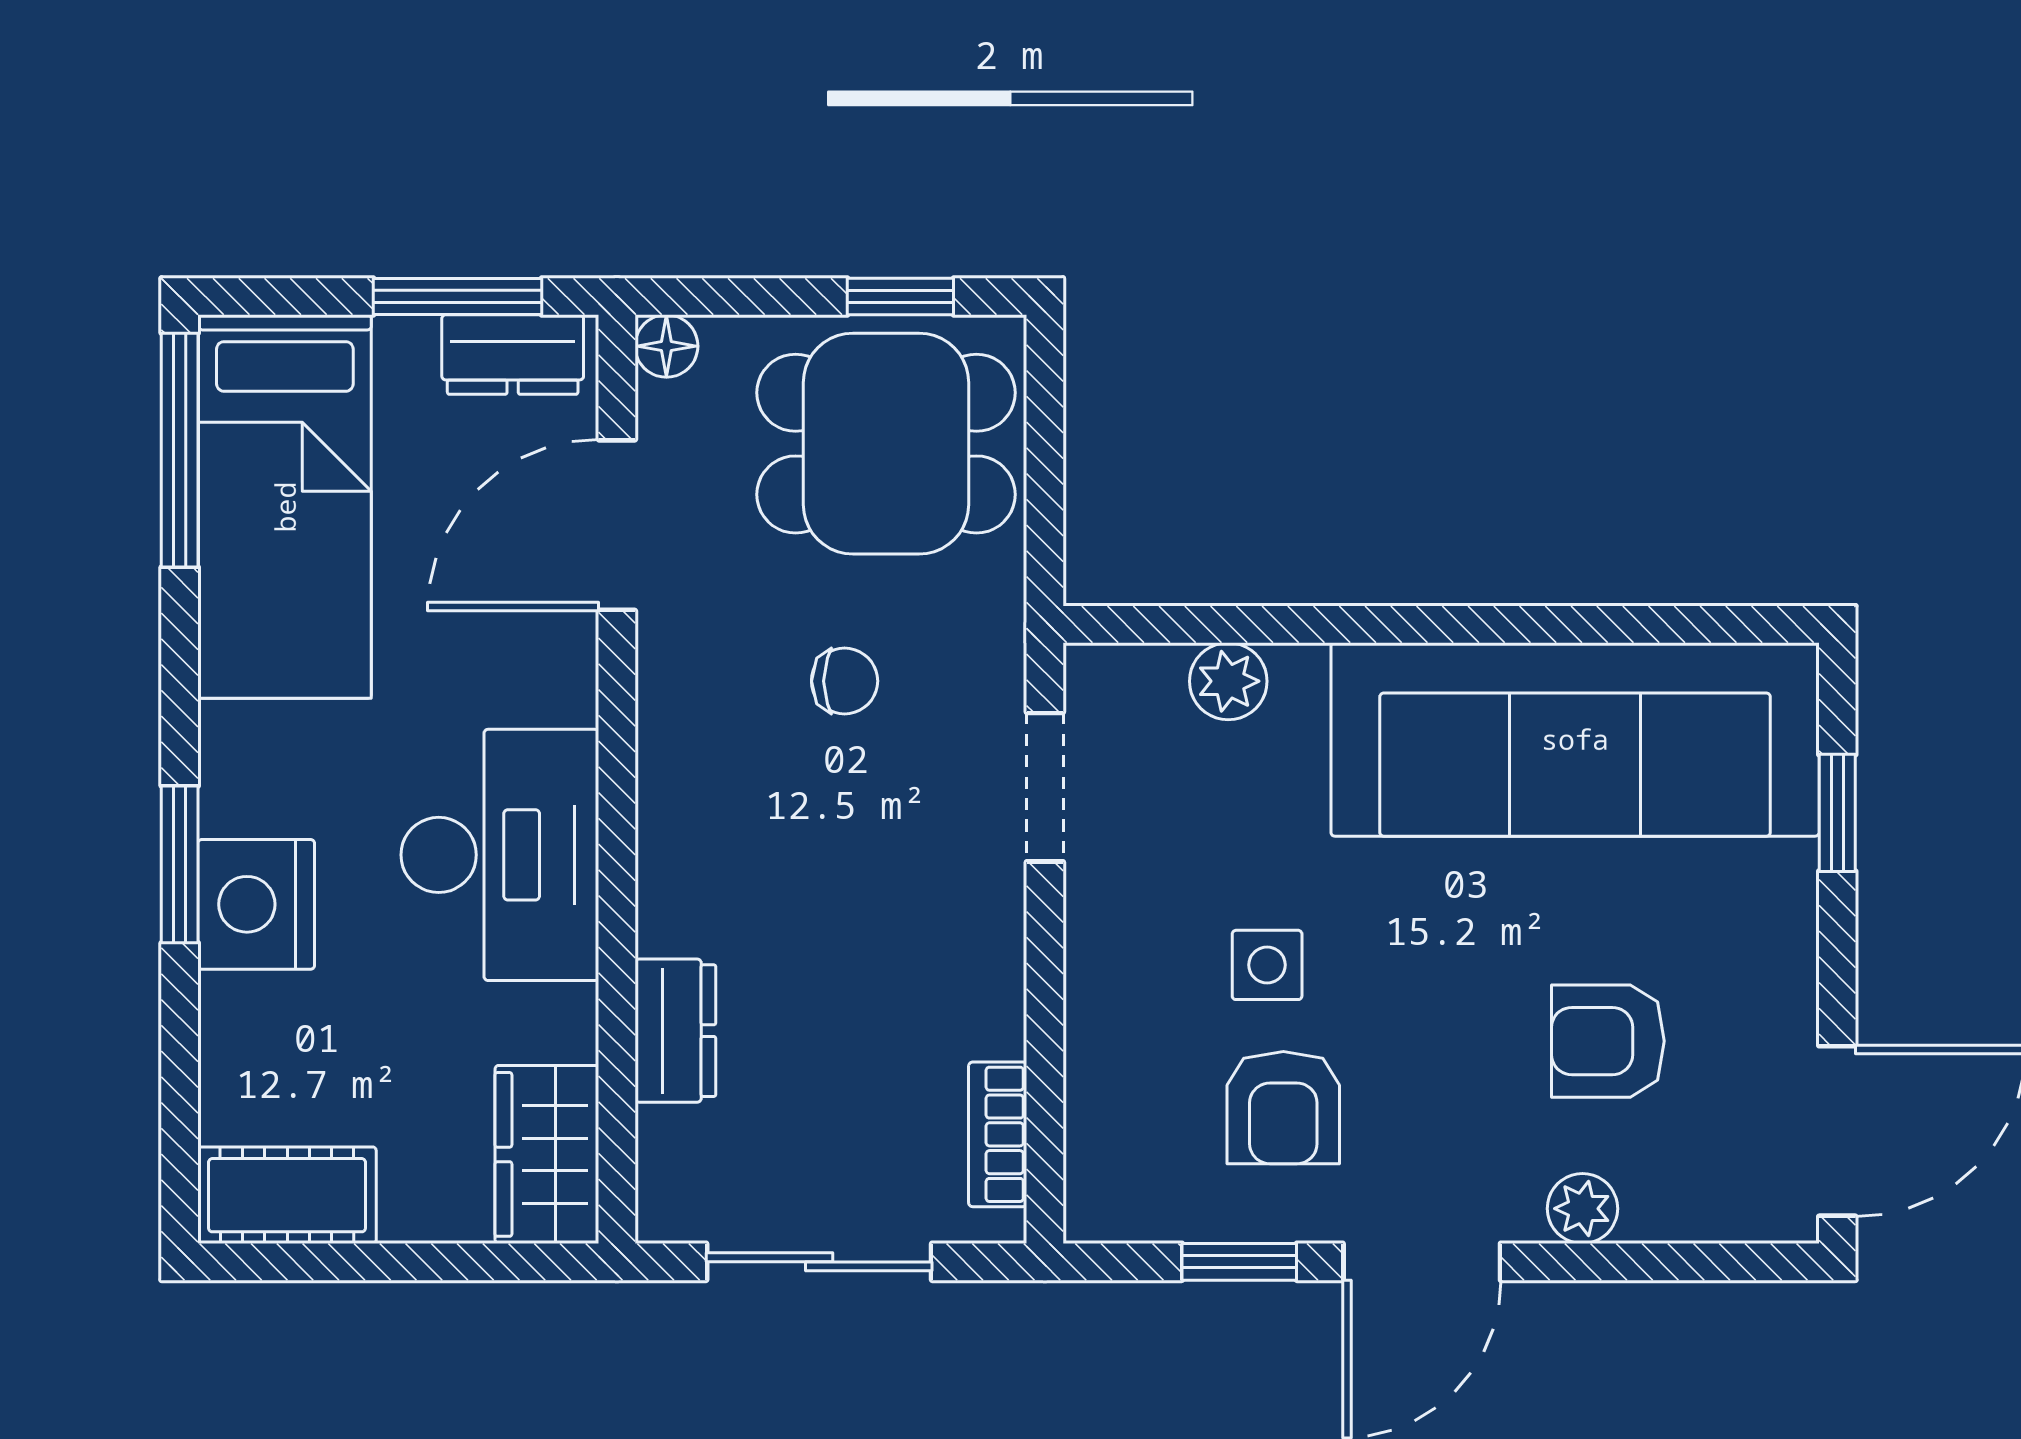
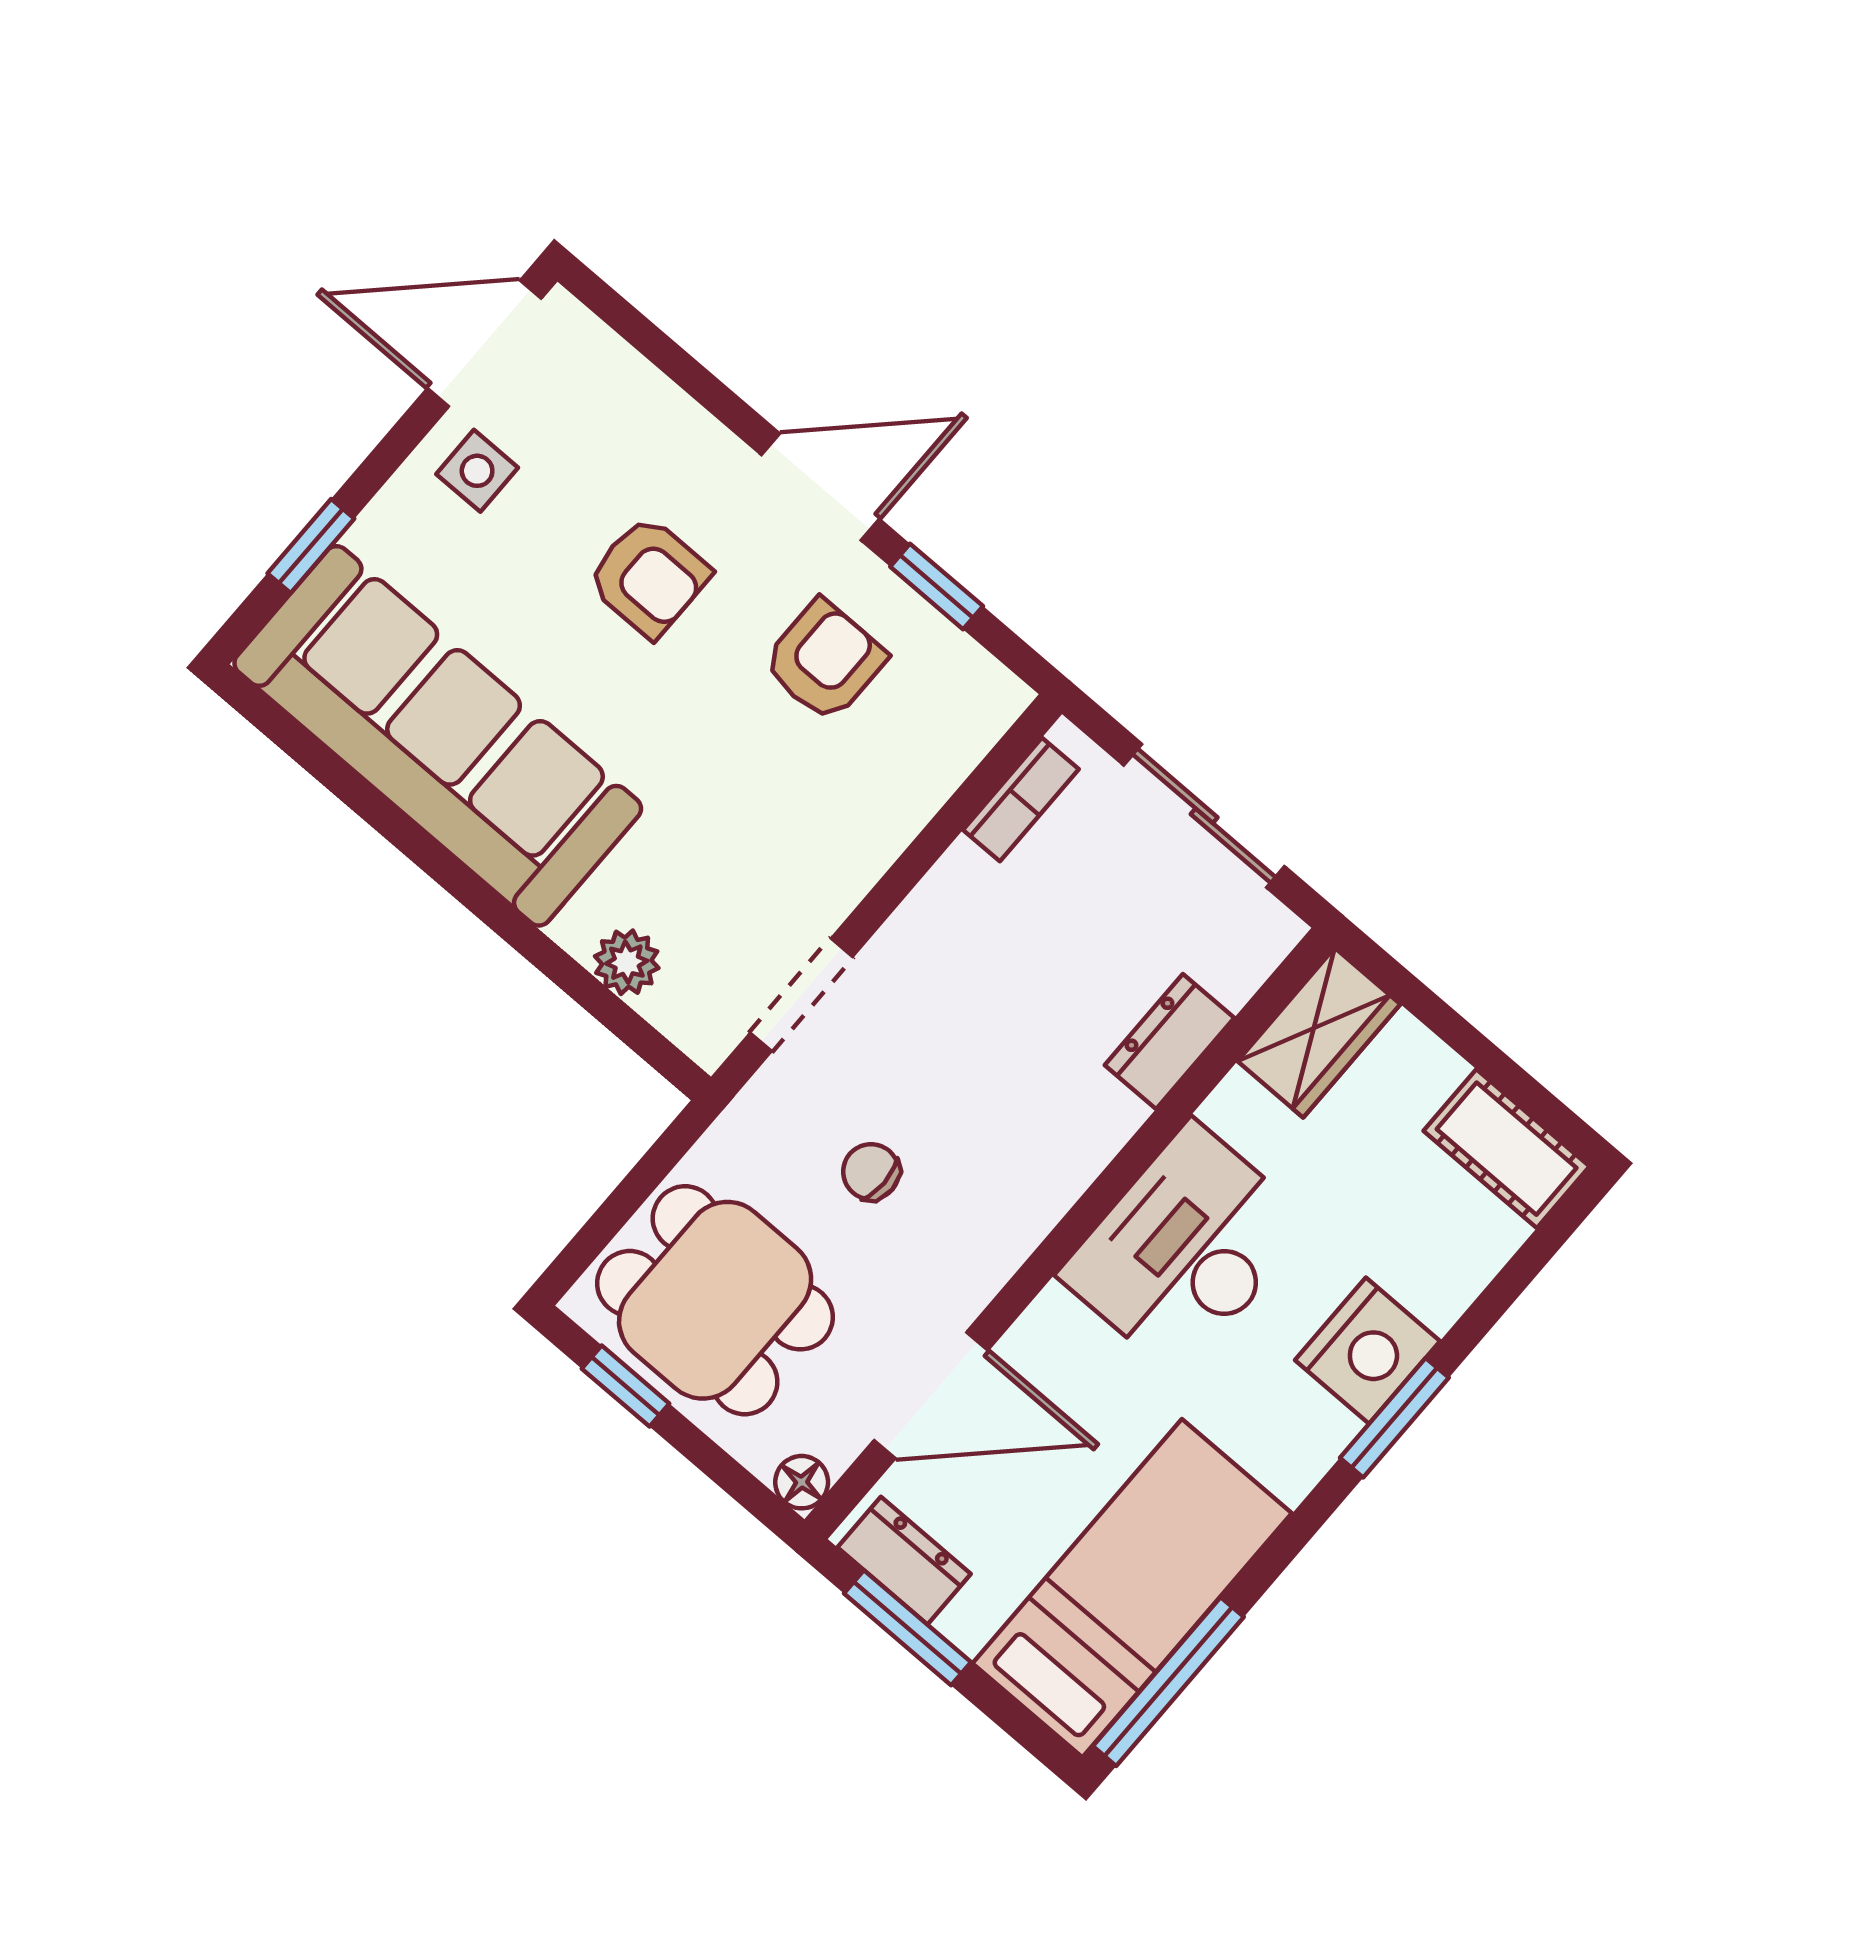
side table: (1267, 965) -> (477, 471), moved
armchair: (1608, 1041) -> (649, 577), moved
plant: (1582, 1209) -> (689, 433), removed

